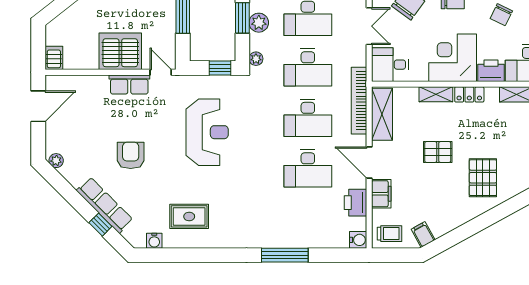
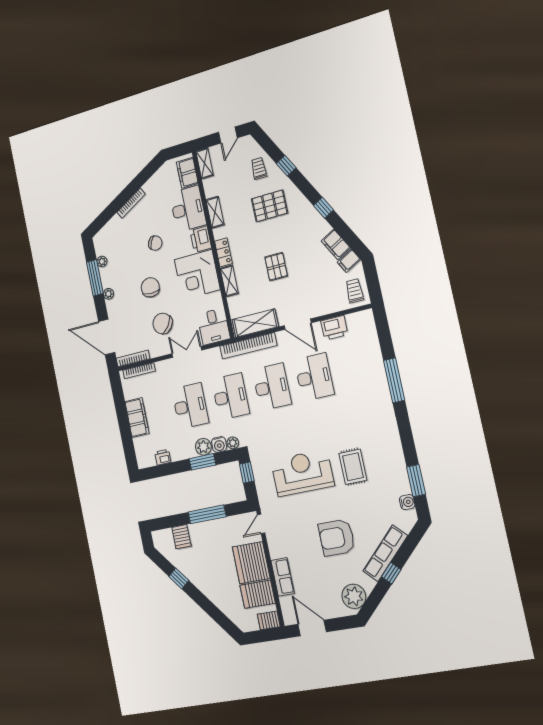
server rack: (85, 51) -> (258, 594), added
row of seats: (129, 84) -> (283, 577), moved
armchair: (131, 155) -> (337, 538), width x1.36, depth x1.36
plant: (56, 161) -> (354, 596), width x1.87, depth x1.87
door: (369, 163) -> (298, 324), hinge flipped
pallet: (483, 178) -> (270, 206), moved
filing cabinet: (381, 194) -> (336, 244), moved, turned -119
rug: (189, 216) -> (353, 467), moved
window: (487, 219) -> (323, 208), added
window: (100, 225) -> (391, 573), moved
water cooler: (358, 240) -> (219, 444), moved, turned 180
window: (175, 255) -> (416, 481), added

